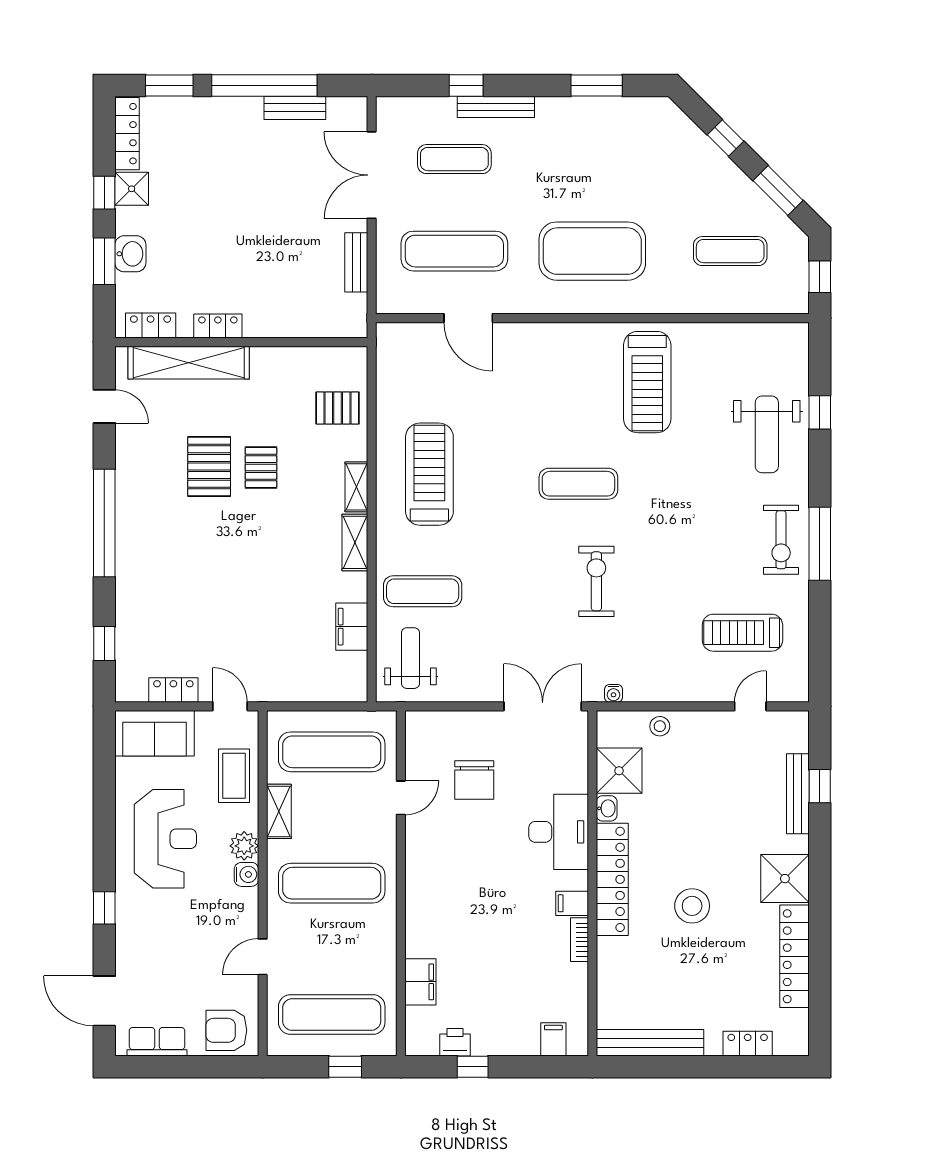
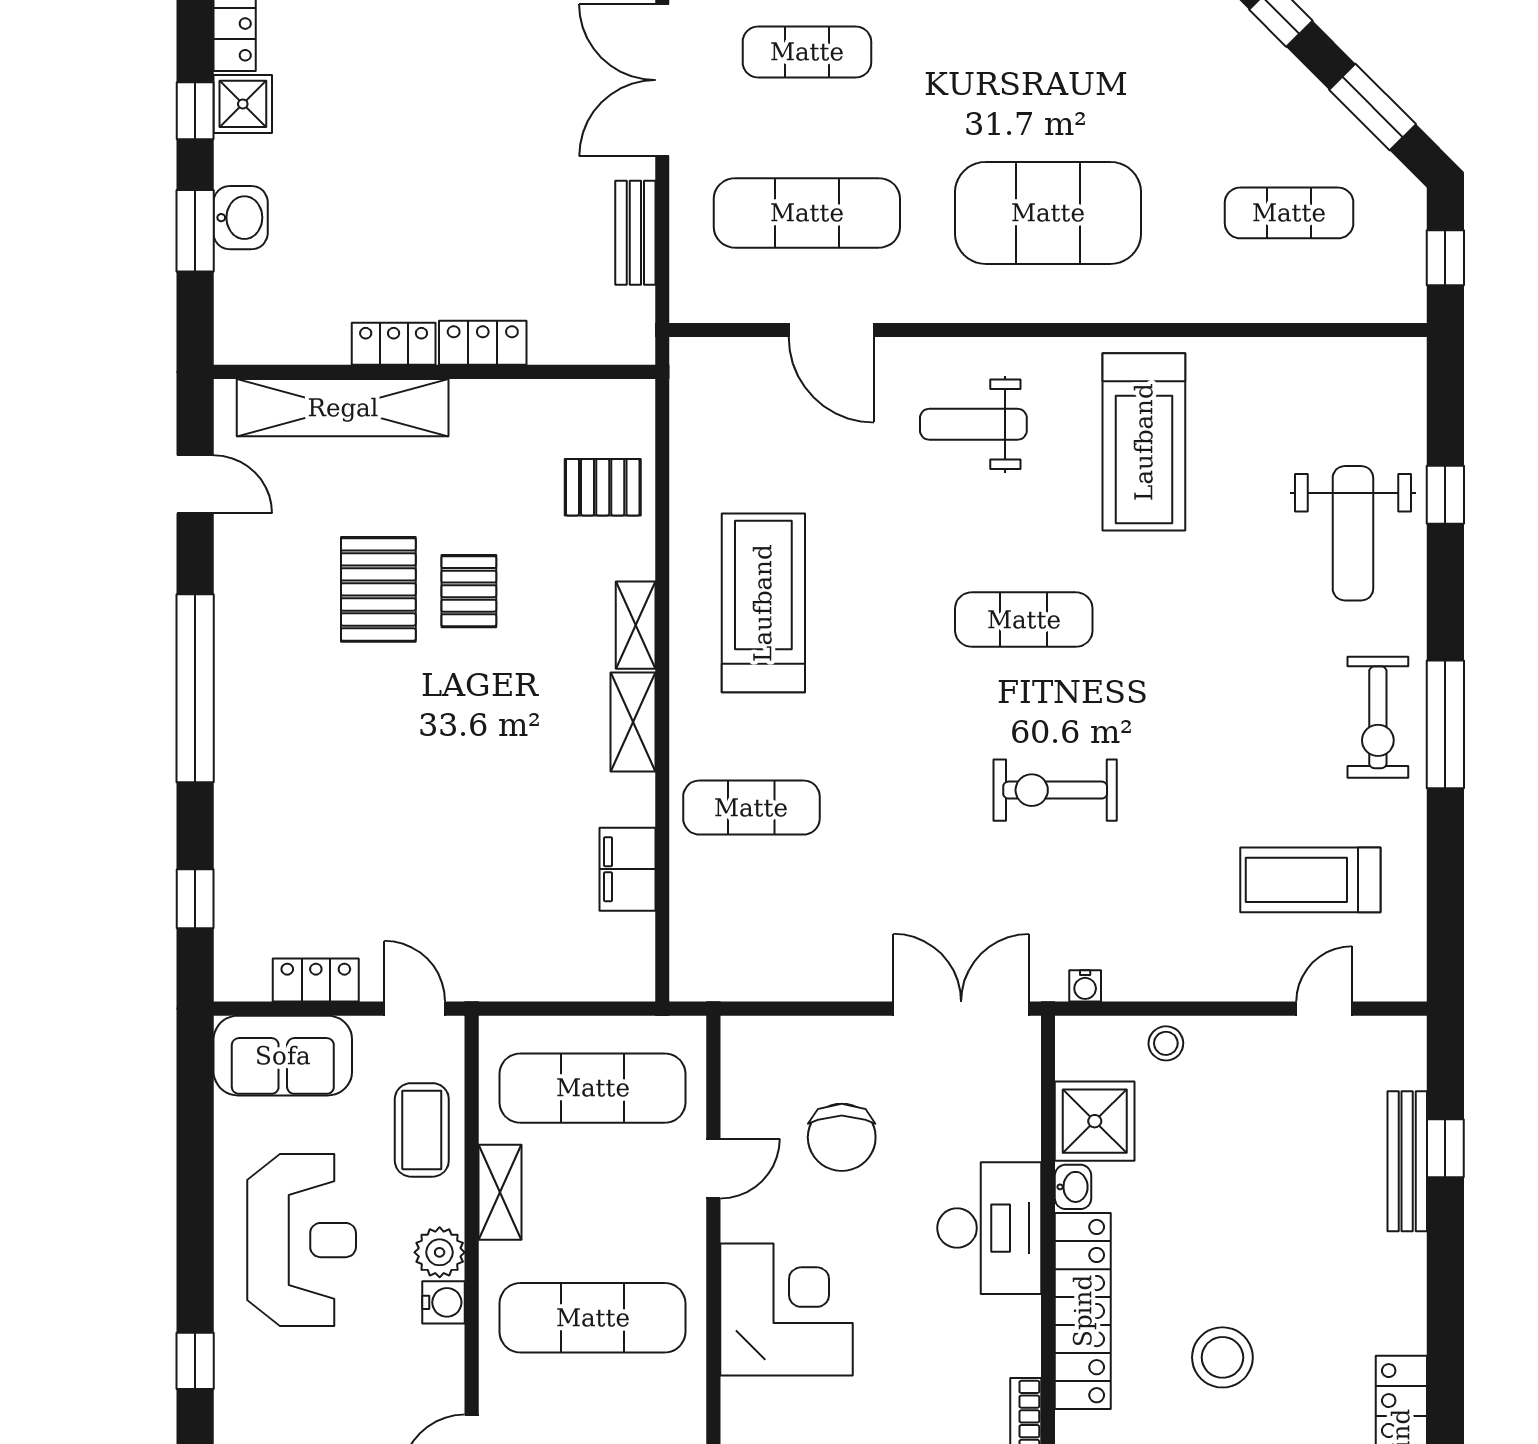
locker: (151, 325) -> (483, 343), moved
exercise bike: (596, 581) -> (1055, 790), turned -90
weight bench: (410, 658) -> (973, 424), moved, turned -90
corner desk: (443, 879) -> (786, 1310), added
shower: (785, 879) -> (1385, 1310), removed
filing cabinet: (572, 903) -> (1013, 1353), removed

